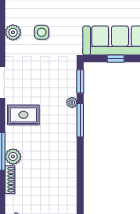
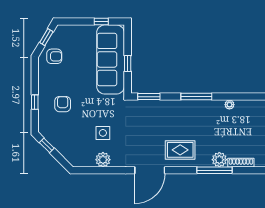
plant: (72, 102) -> (229, 105), moved
rug: (23, 115) -> (180, 150), turned 90
window: (80, 120) -> (196, 97), moved

